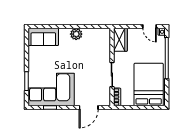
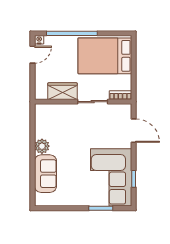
sofa: (43, 37) -> (46, 174), moved
wardrobe: (120, 40) -> (63, 91), moved

